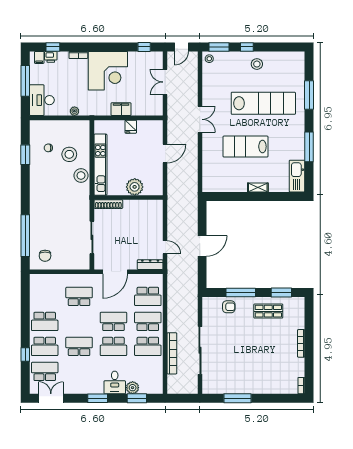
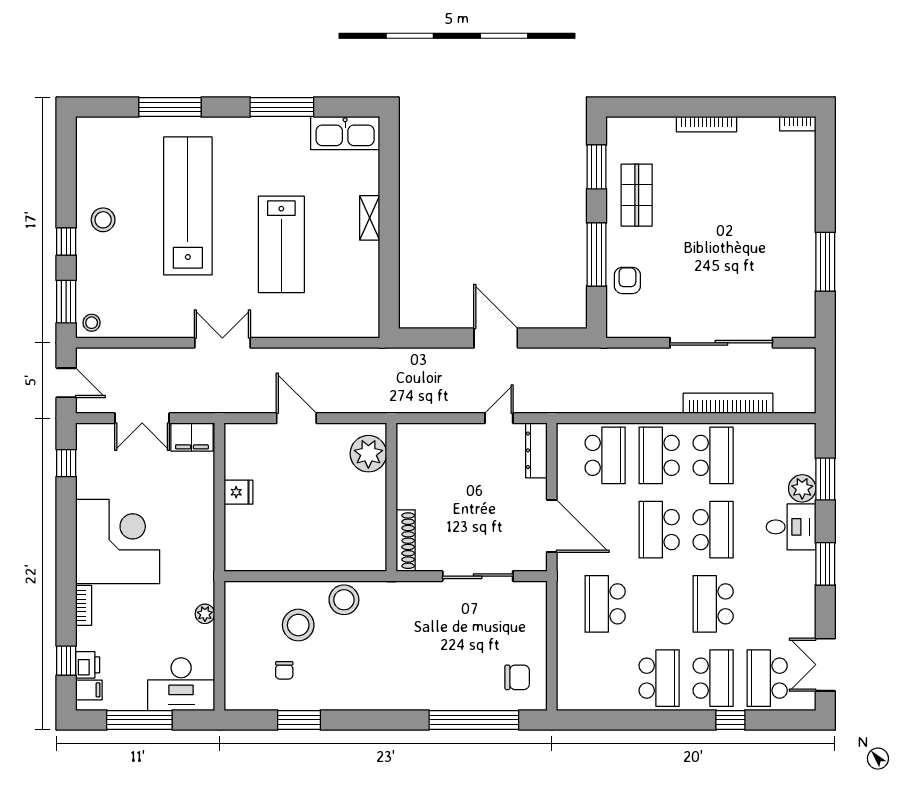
filing cabinet: (121, 109) -> (192, 437), moved, turned -90
kitchen unit: (100, 165) -> (320, 558), removed
plant: (135, 187) -> (368, 454), moved

